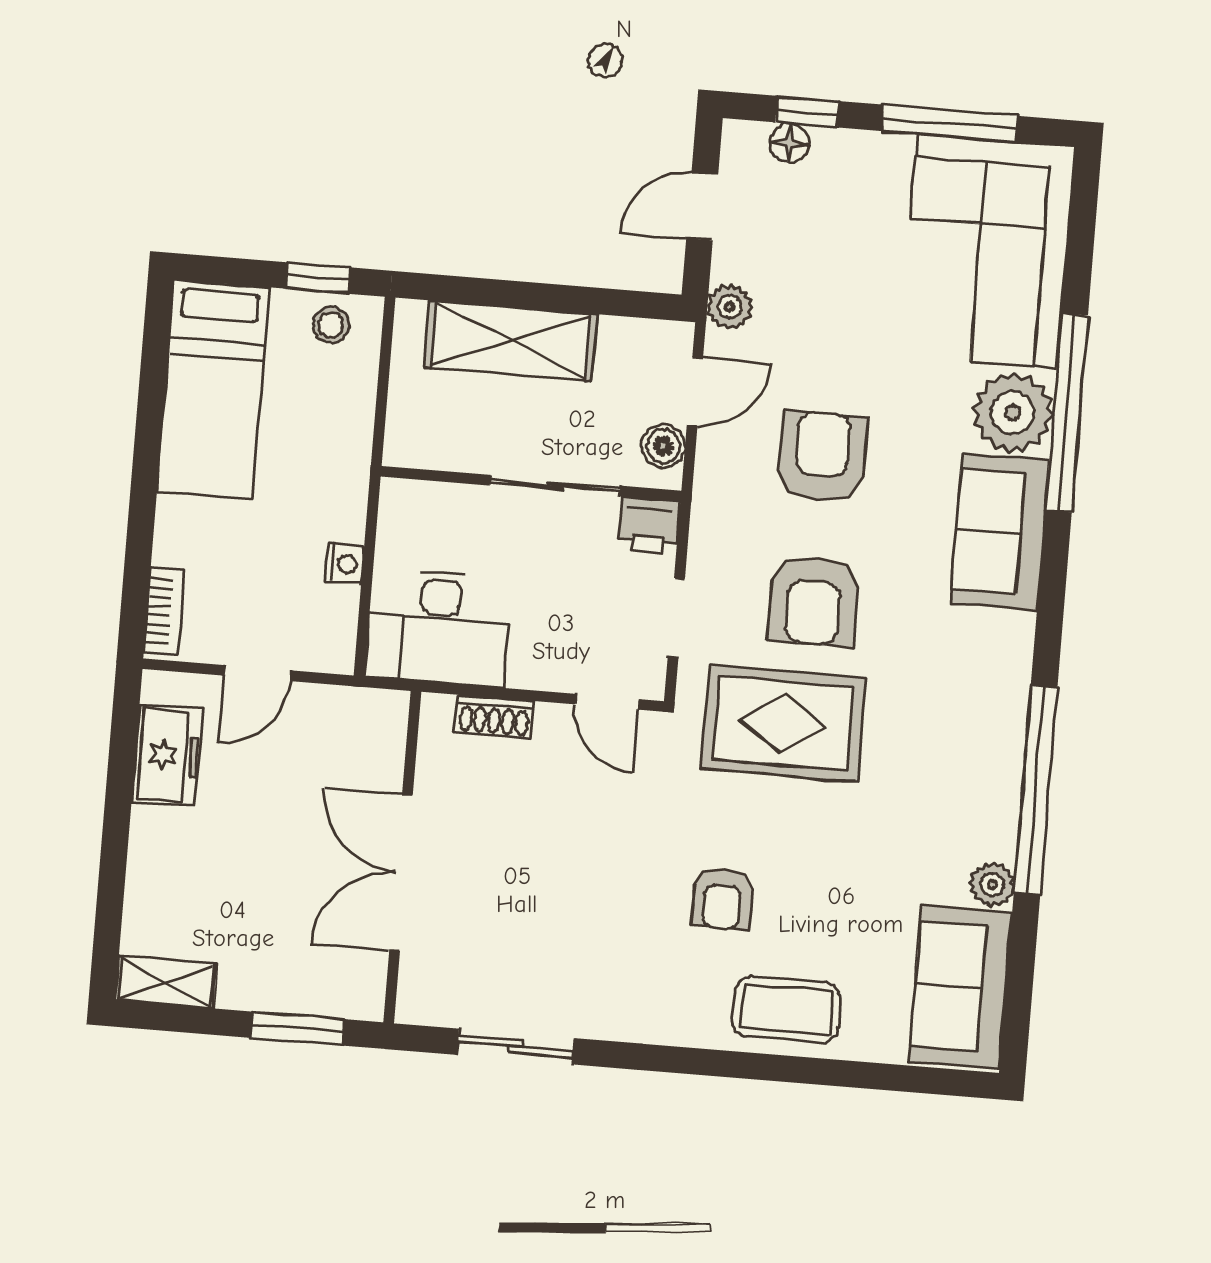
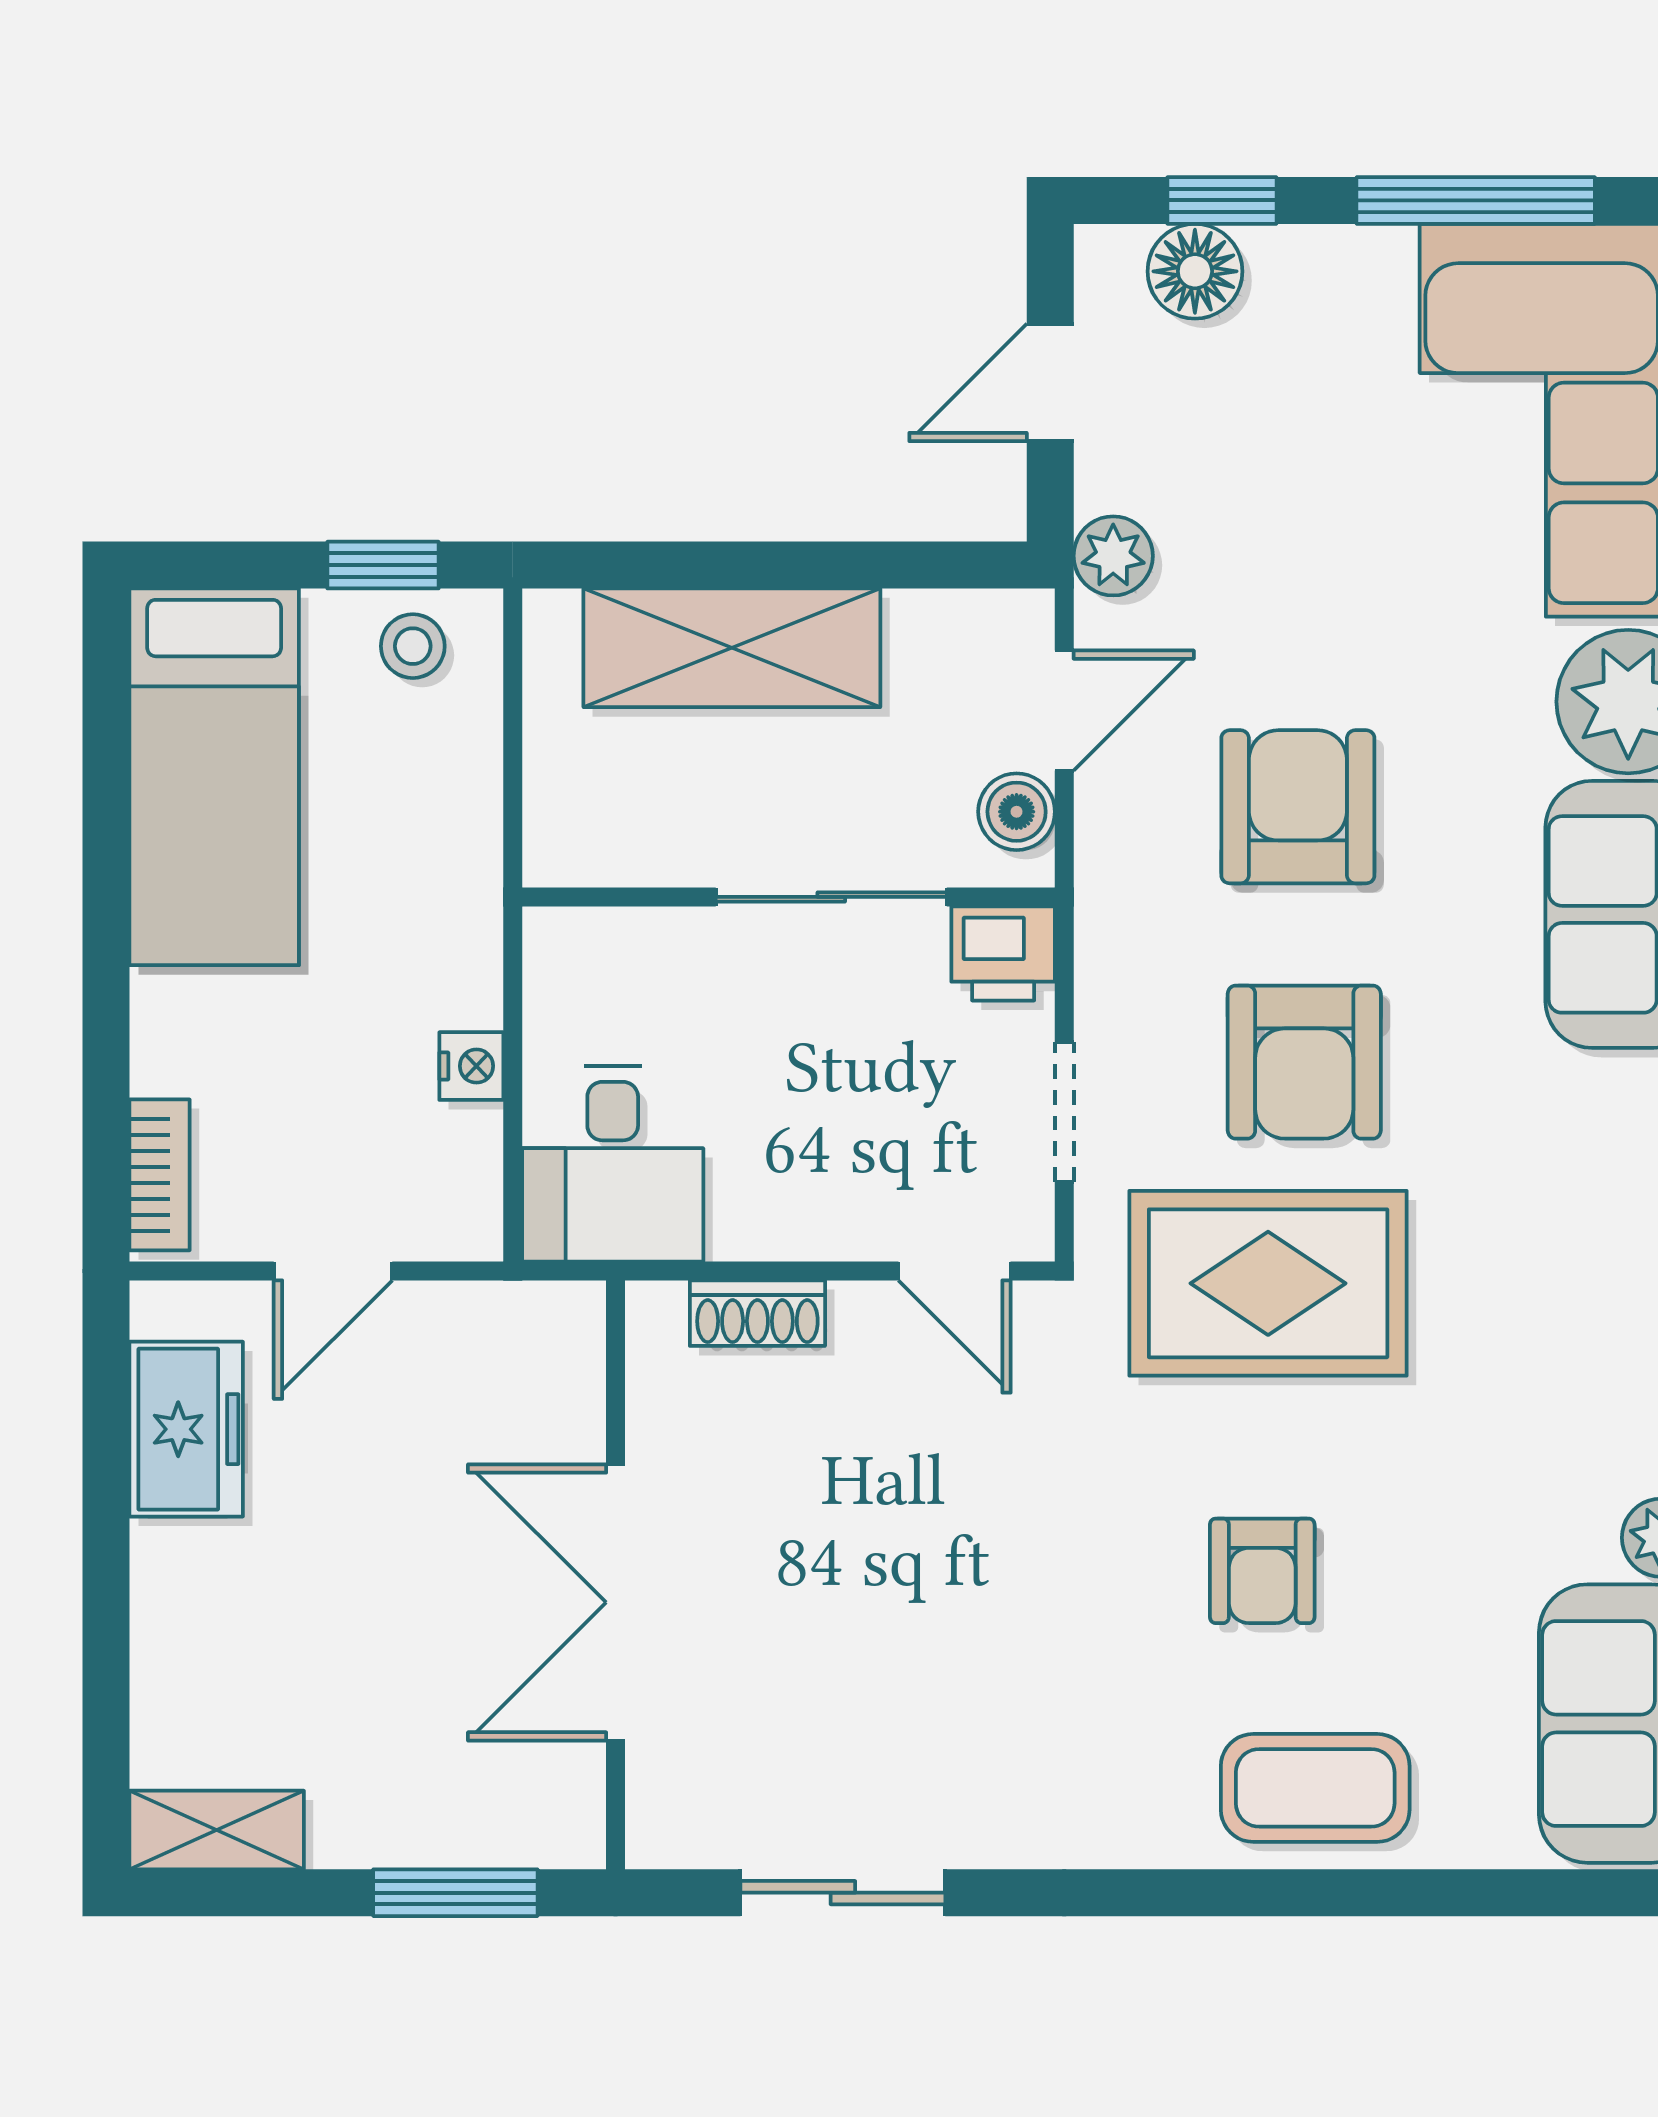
floor lamp: (789, 143) -> (1195, 271), width x1.37, depth x1.37
desk: (439, 627) -> (613, 1164), width x0.73
armchair: (722, 898) -> (1262, 1571), moved

